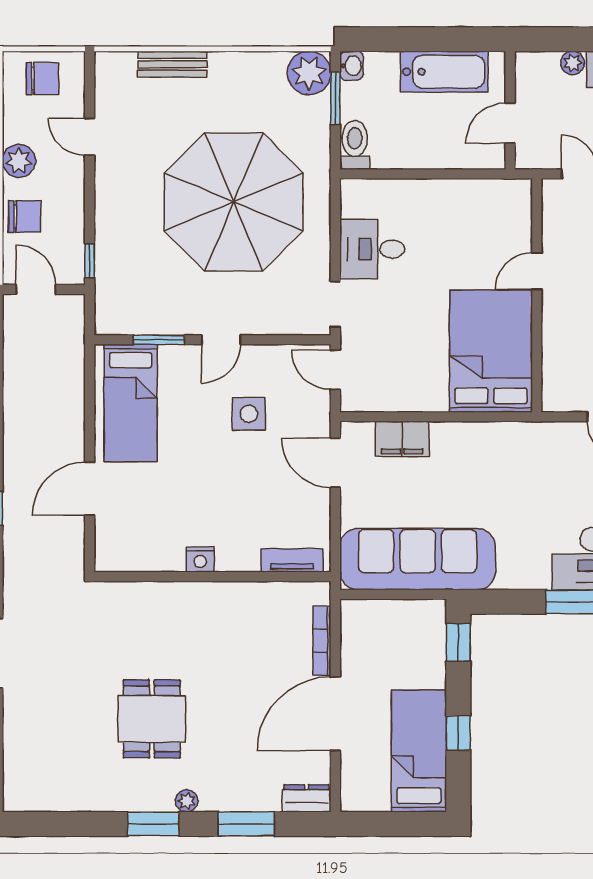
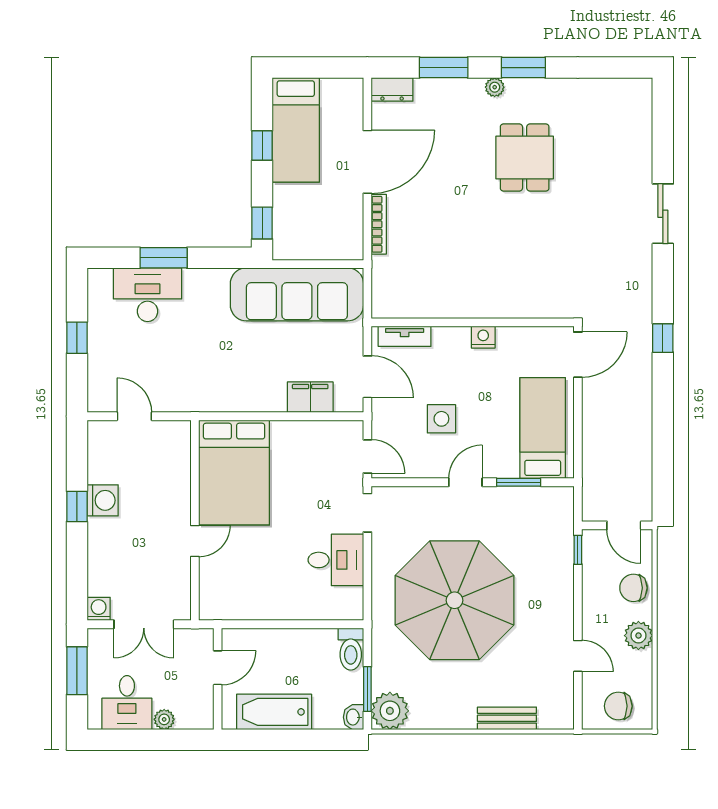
nightstand: (200, 559) -> (483, 337), moved
tv unit: (292, 560) -> (405, 336), moved
wall: (212, 577) -> (473, 322), moved

